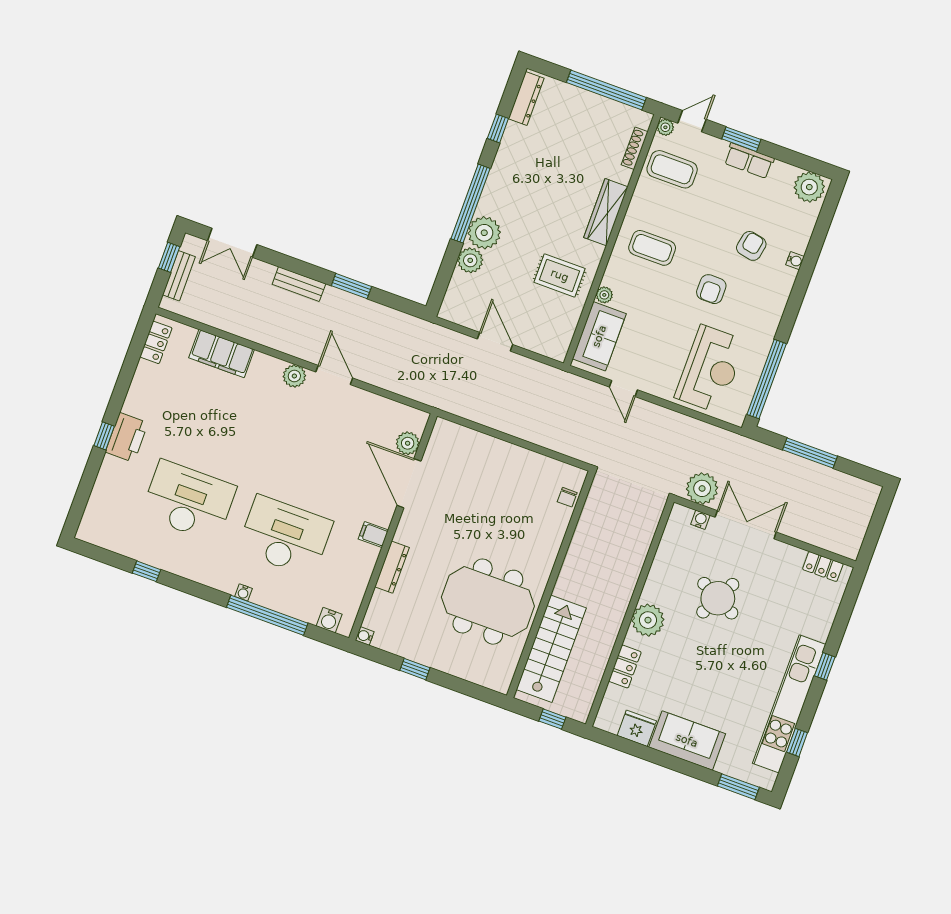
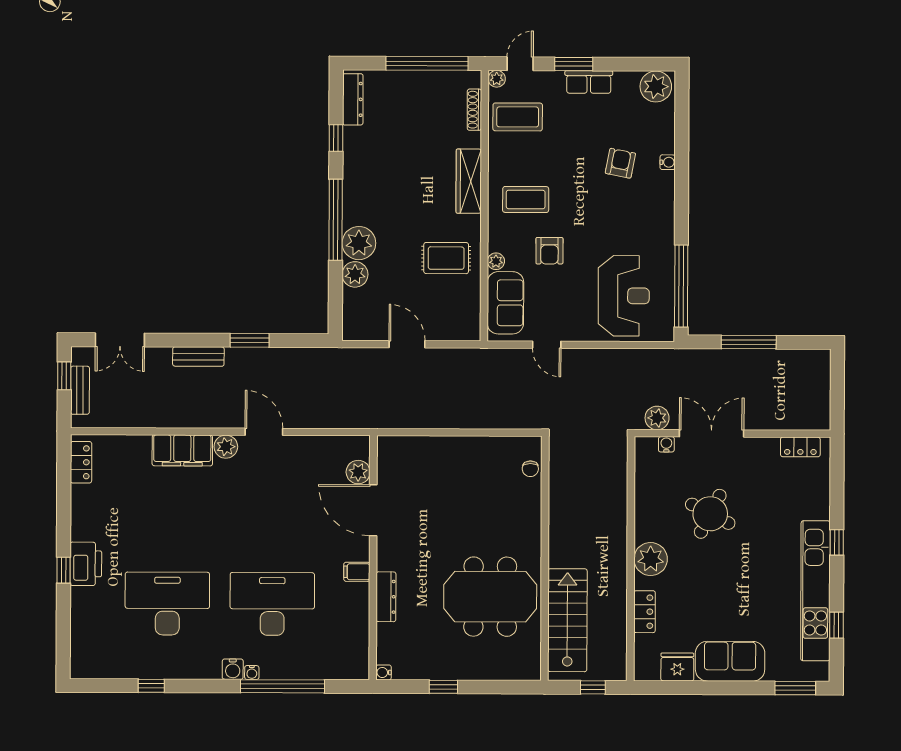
armchair: (711, 289) -> (549, 251), moved
filing cabinet: (222, 354) -> (182, 450), moved
plant: (702, 488) -> (657, 418), width x0.73, depth x0.73
water cooler: (329, 620) -> (233, 669), moved

